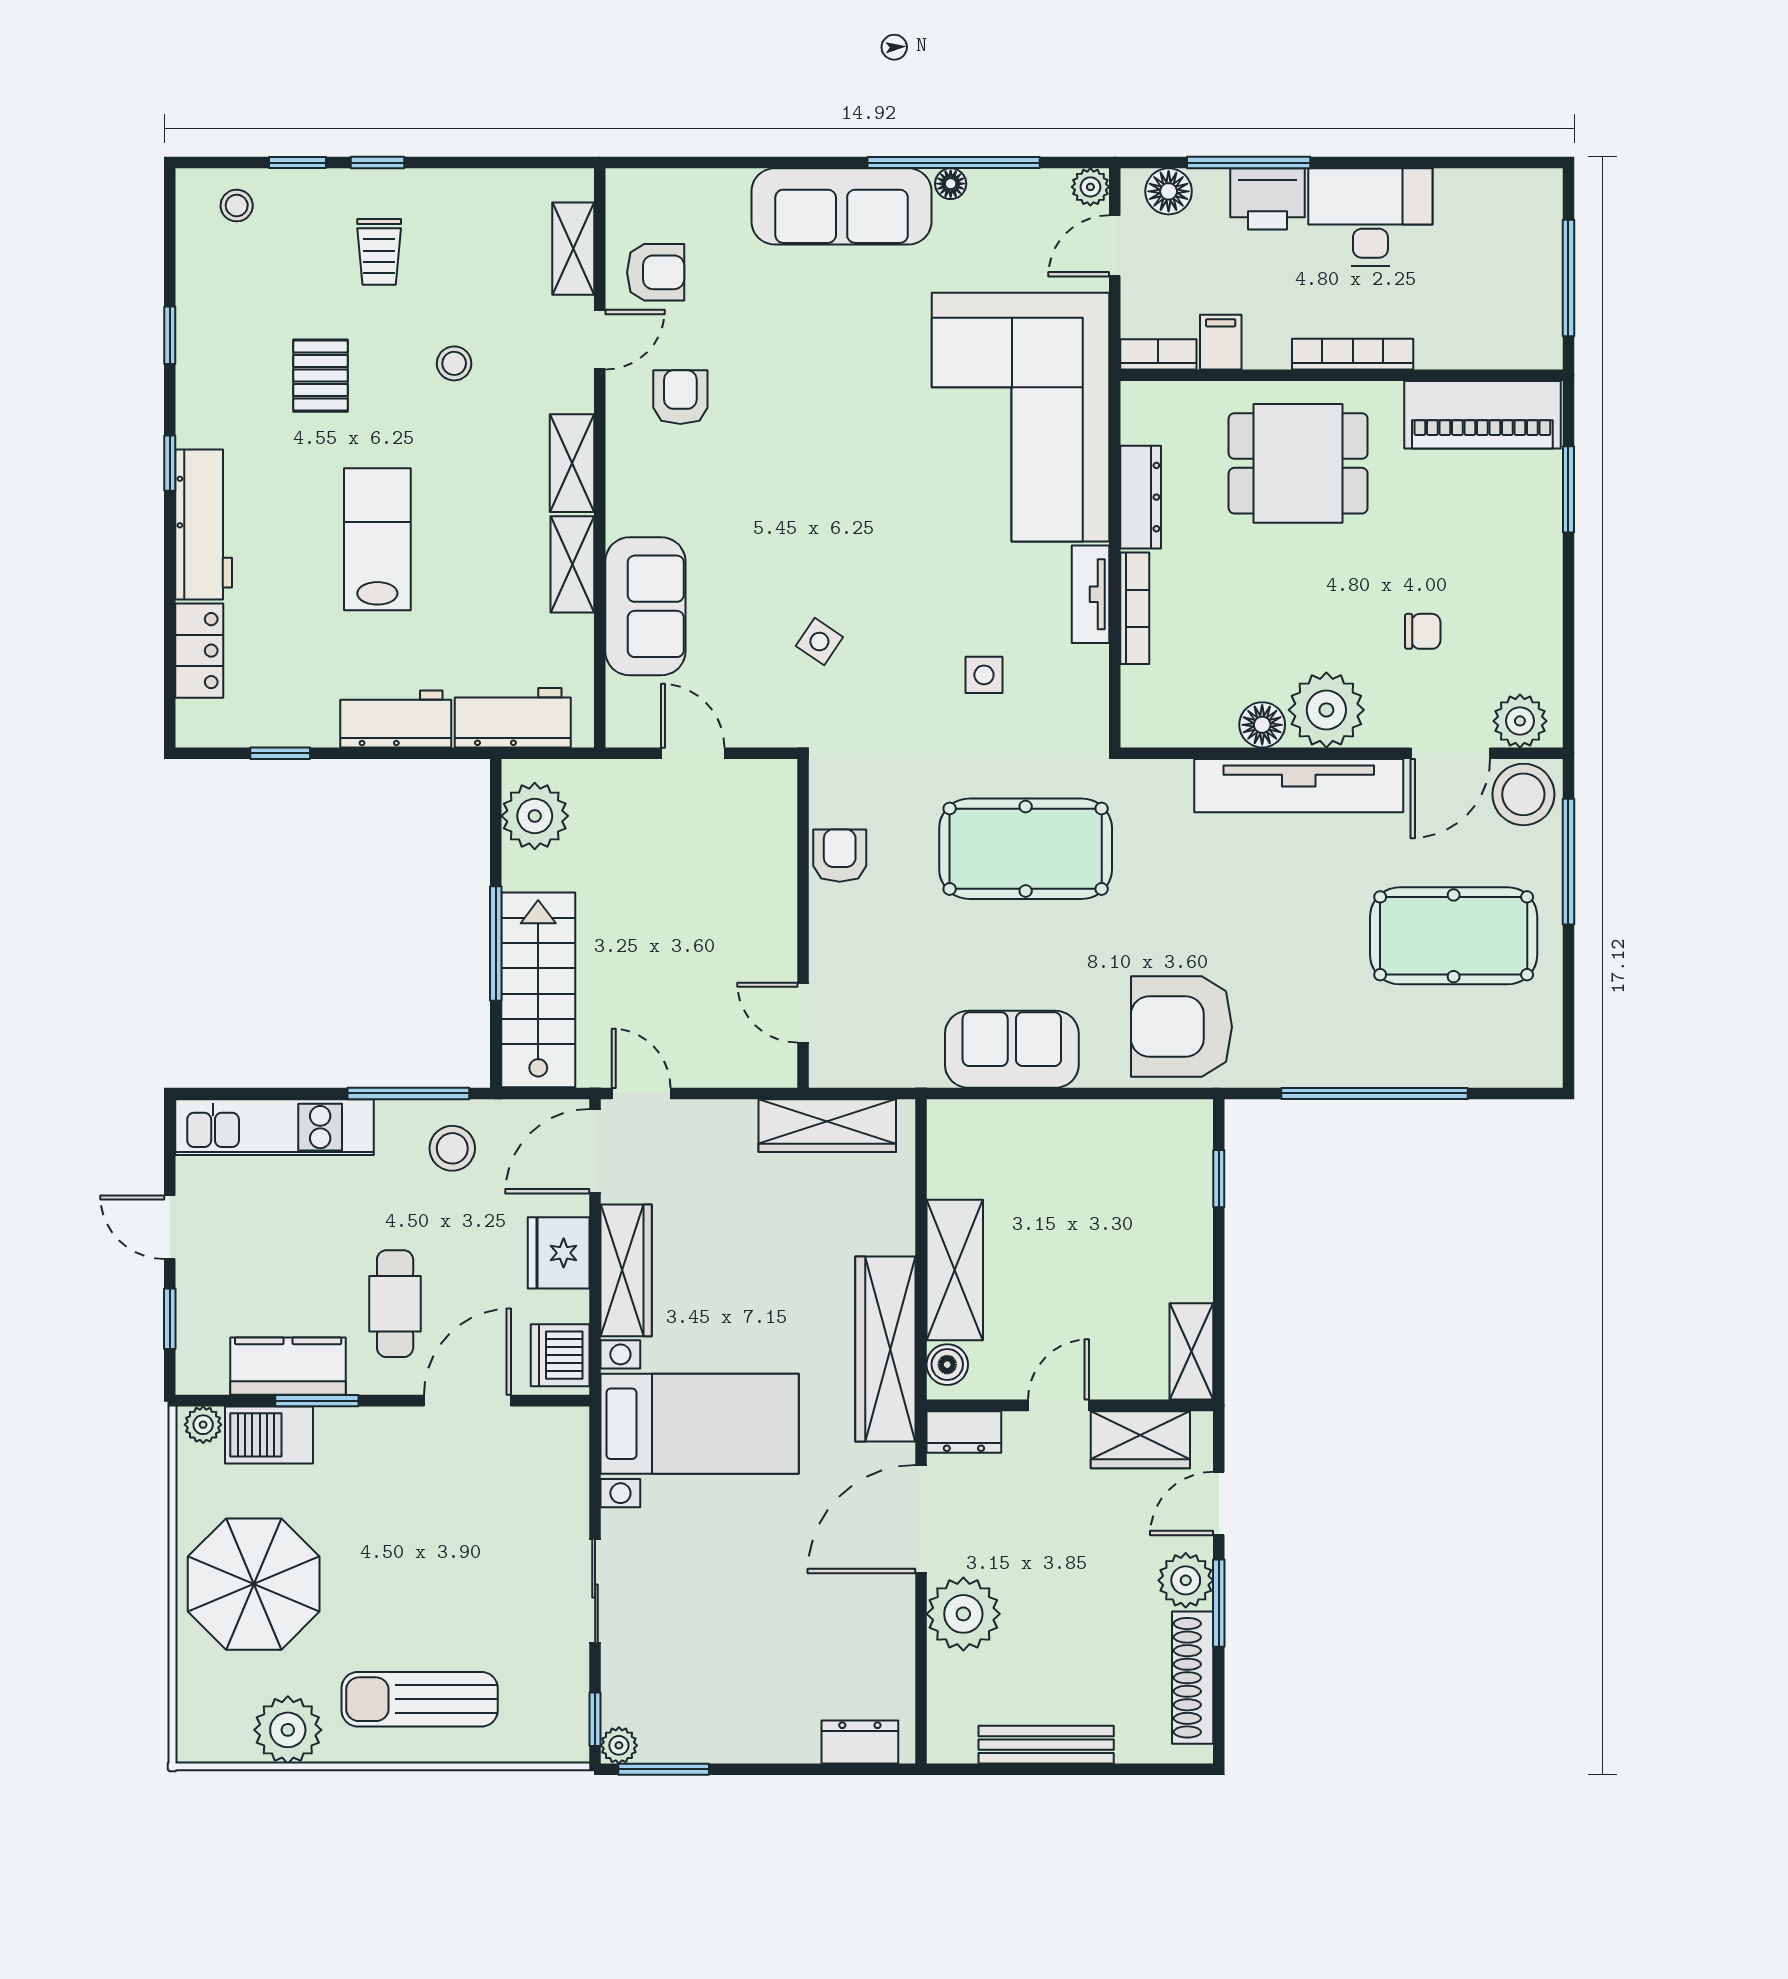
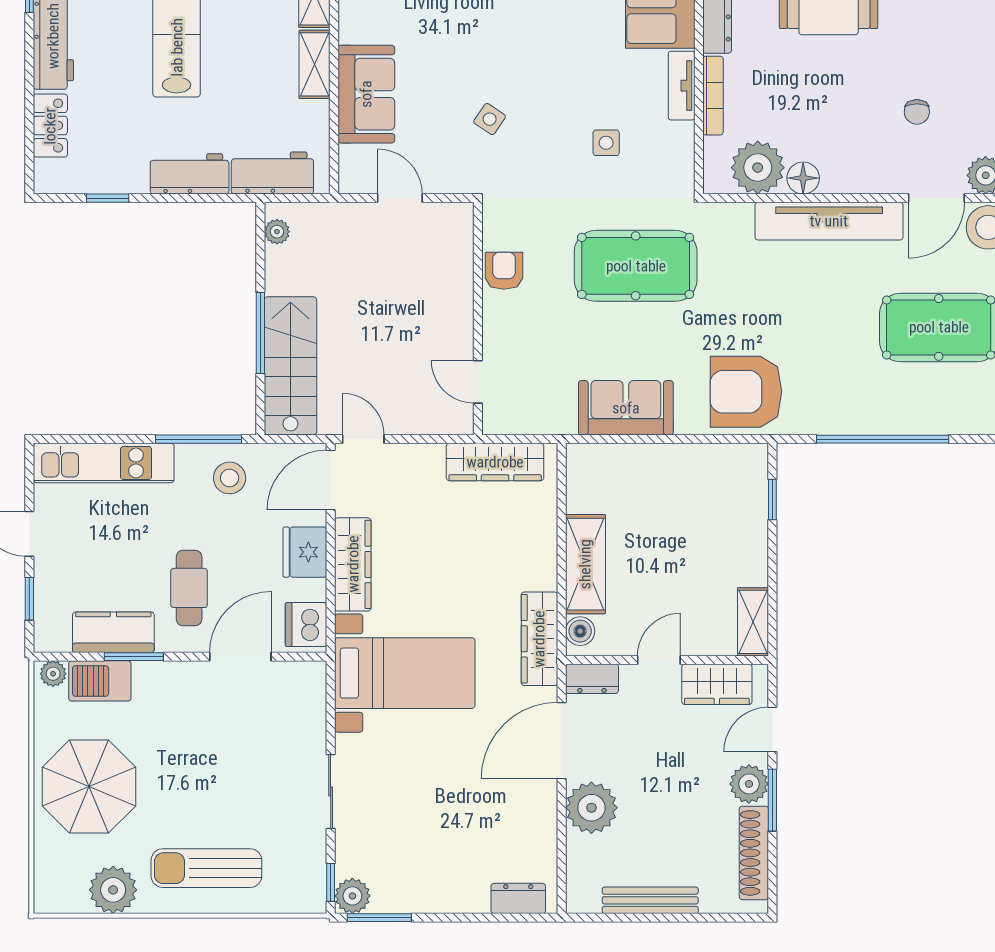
chair: (1423, 631) -> (917, 112), turned 90
plant: (1326, 710) -> (758, 168), moved
plant: (535, 816) -> (277, 232), width x0.53, depth x0.53
wardrobe: (885, 1349) -> (539, 639), width x0.71, depth x0.85
plant: (619, 1745) -> (352, 896), width x1.38, depth x1.38

